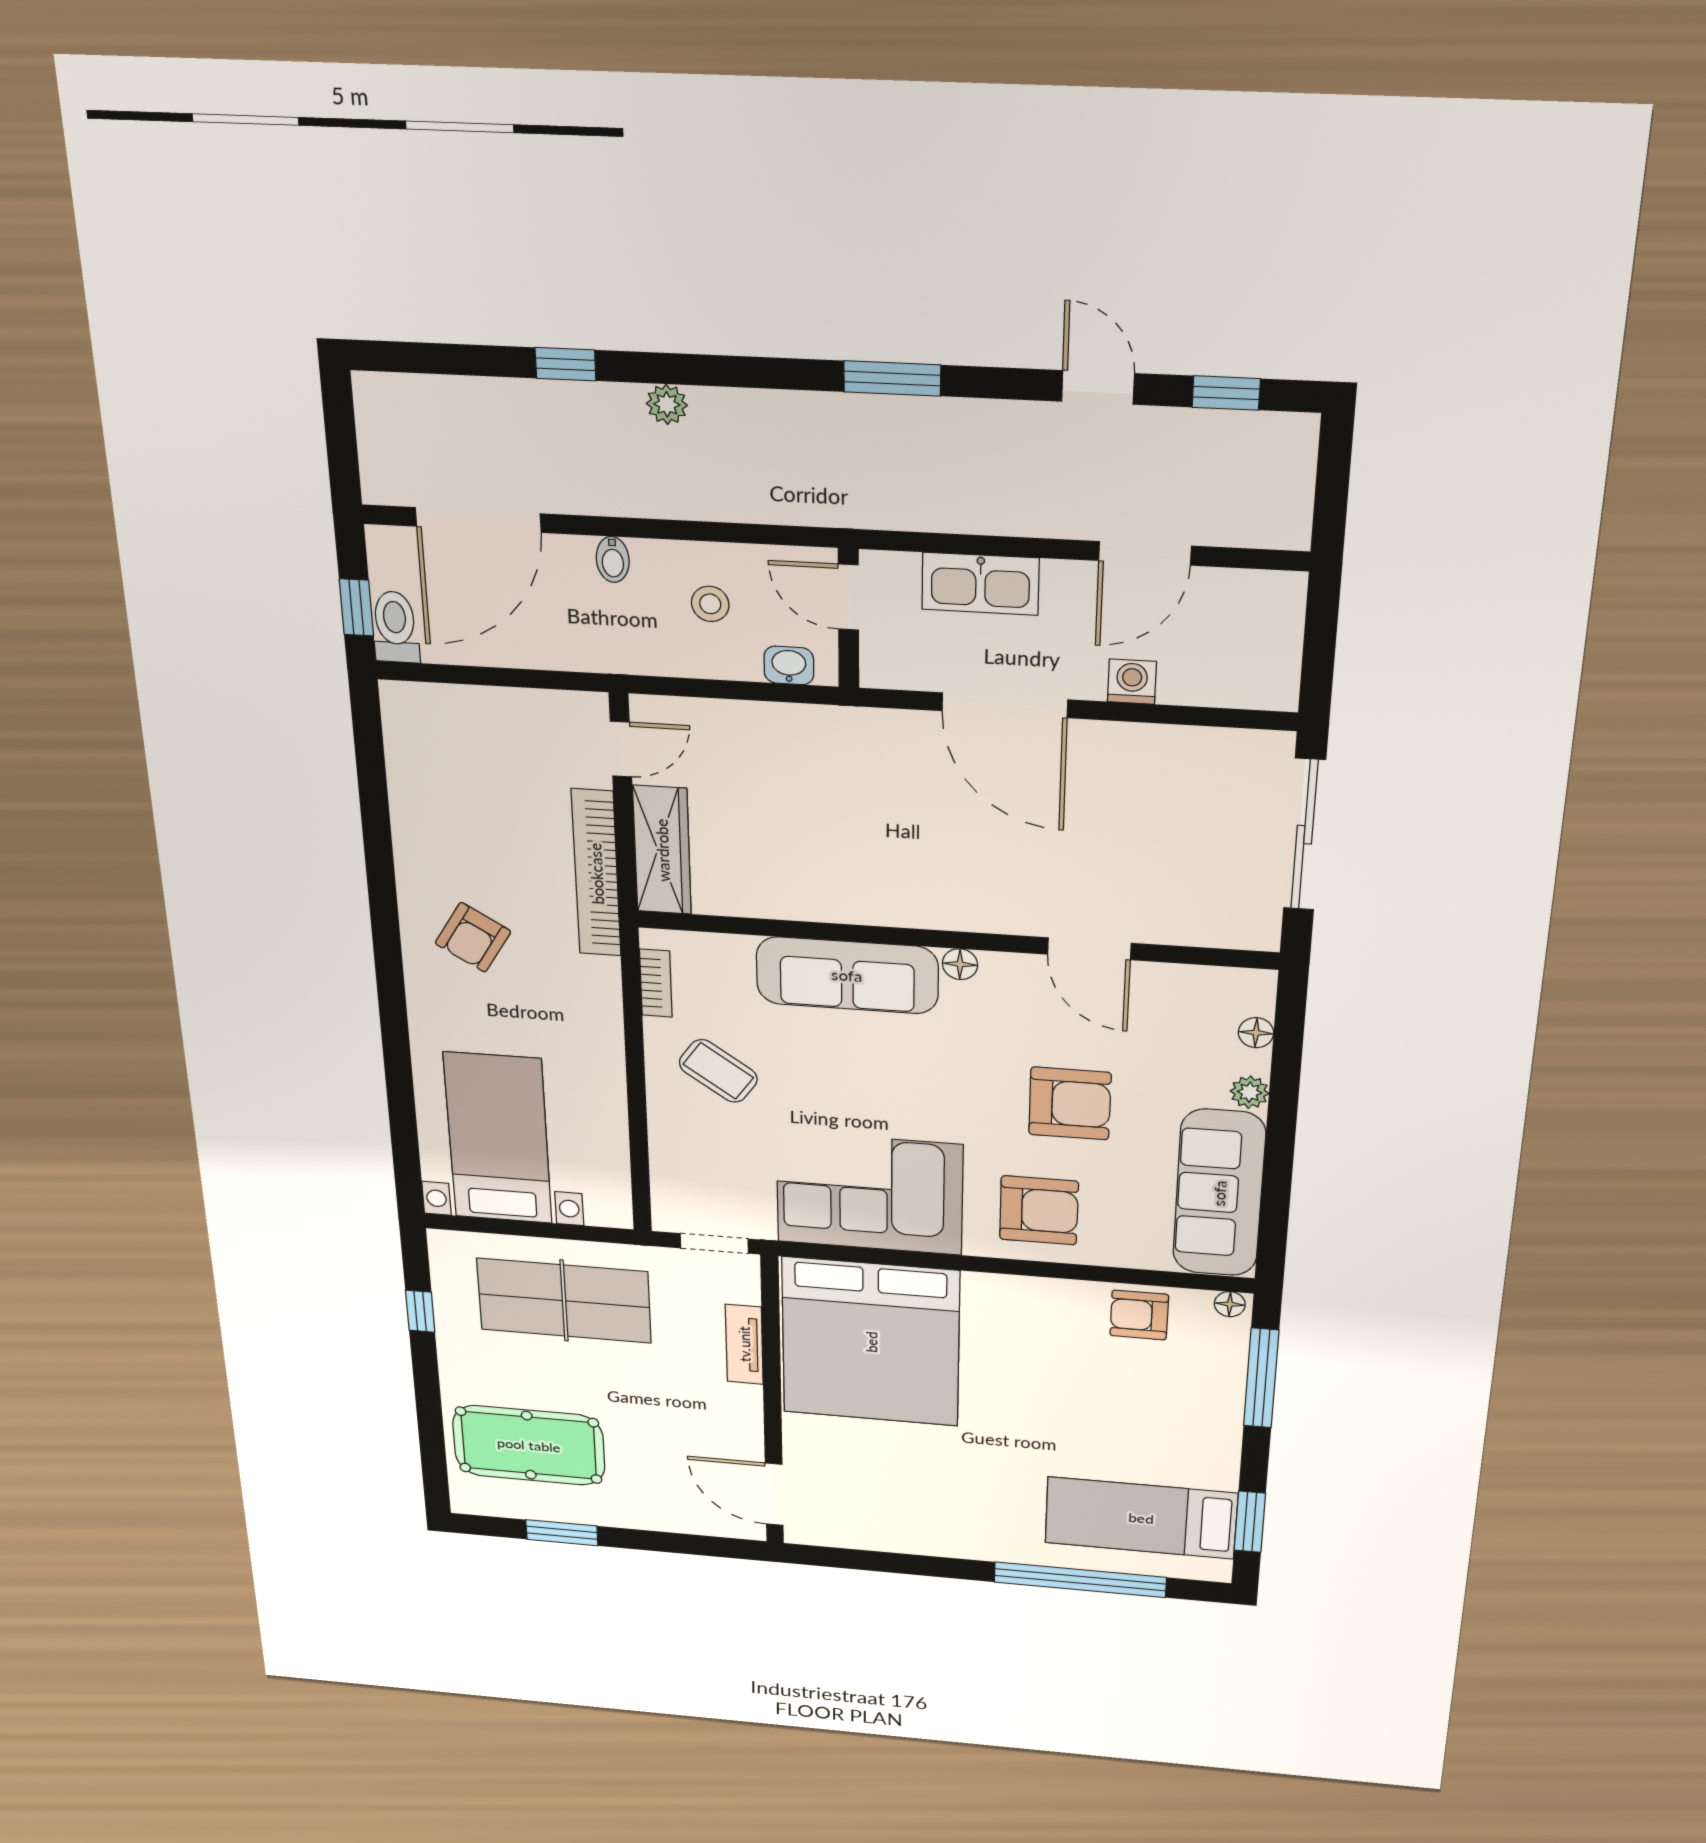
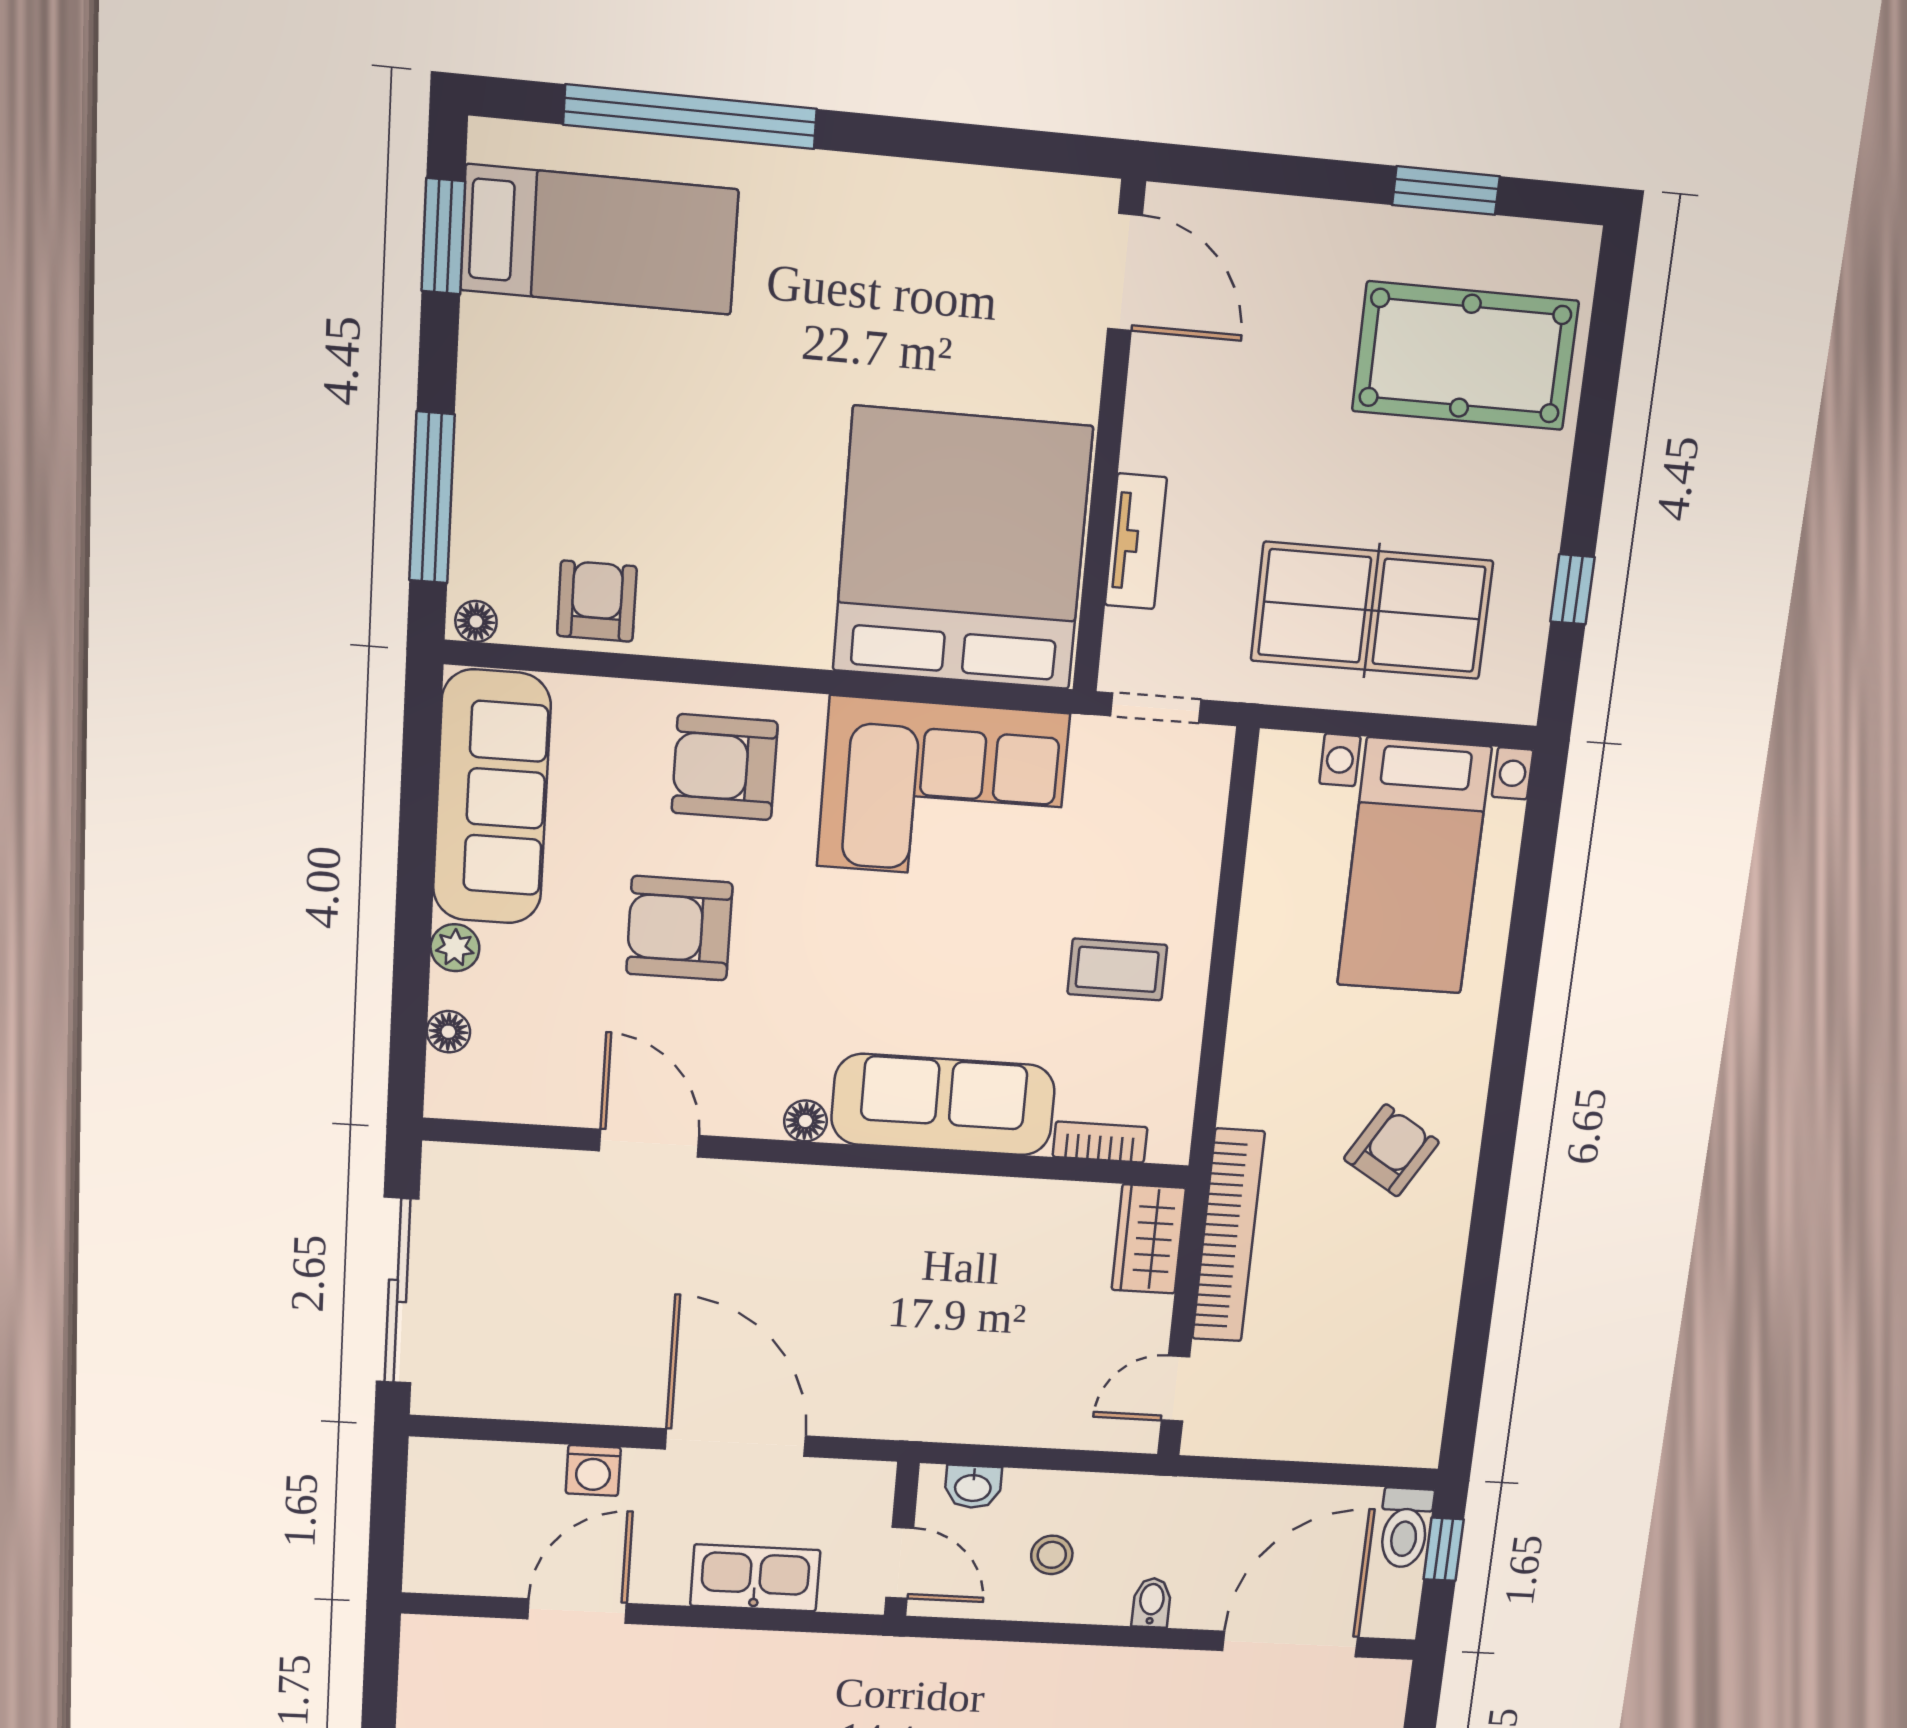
wardrobe: (662, 850) -> (1149, 1239), width x0.67
bookcase: (656, 983) -> (1100, 1142), moved, turned 90
coffee table: (718, 1071) -> (1117, 969), turned -35
armchair: (1139, 1315) -> (597, 601), turned -90

